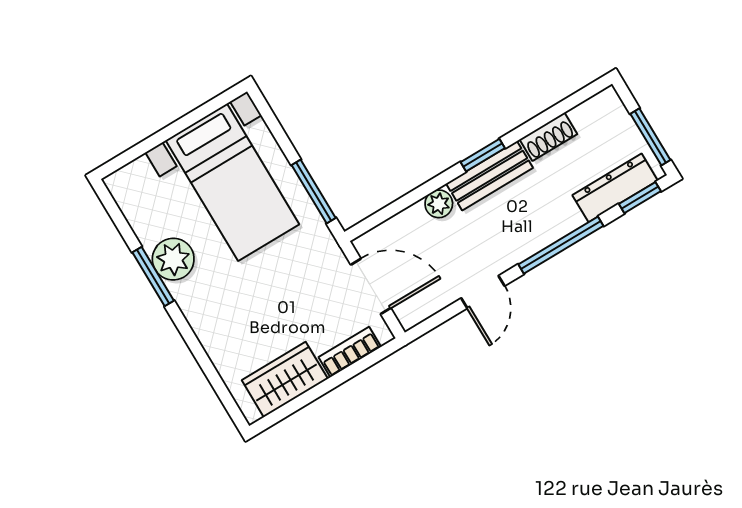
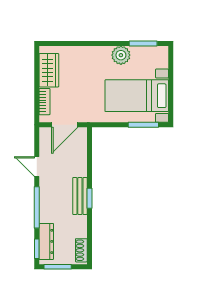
shoe rack: (548, 137) -> (81, 250), moved
window: (314, 191) -> (143, 125), moved
plant: (439, 204) -> (81, 170), removed
window: (153, 277) -> (143, 43), moved

